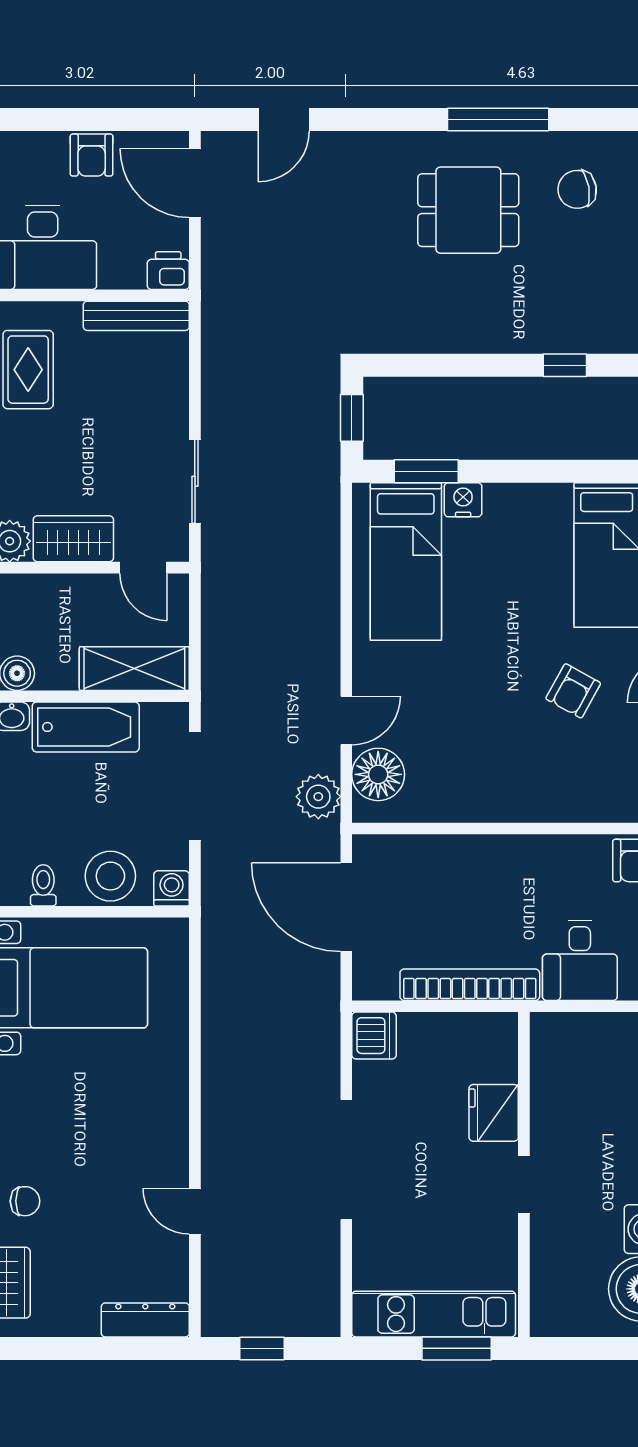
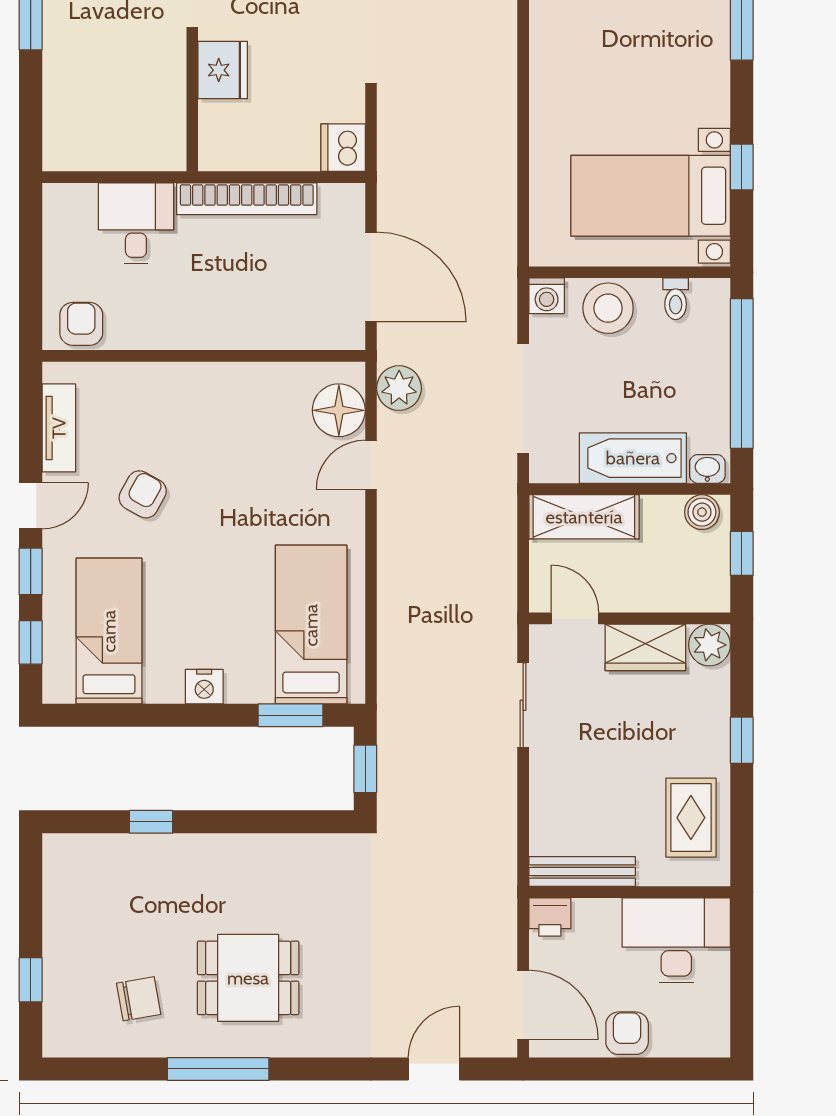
nightstand: (463, 500) -> (204, 687), moved

